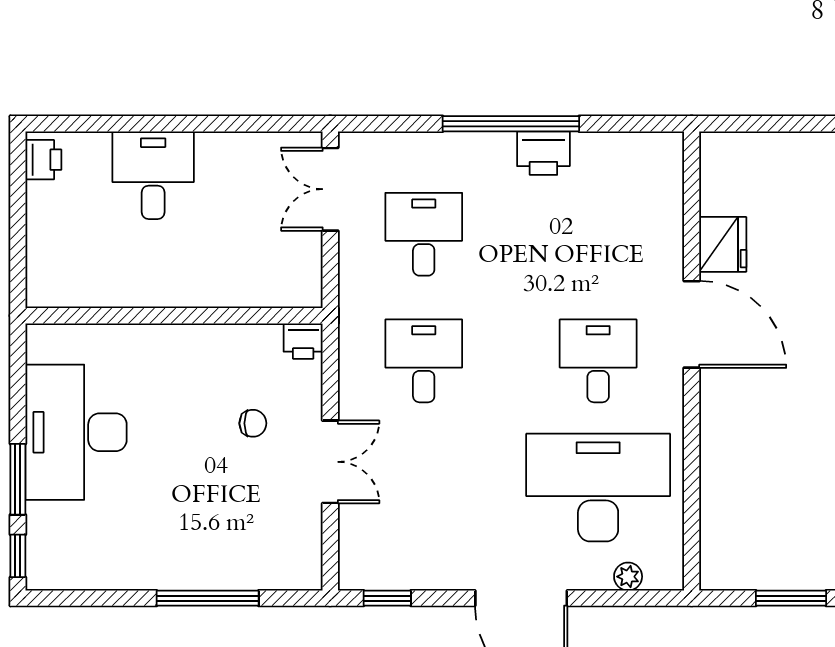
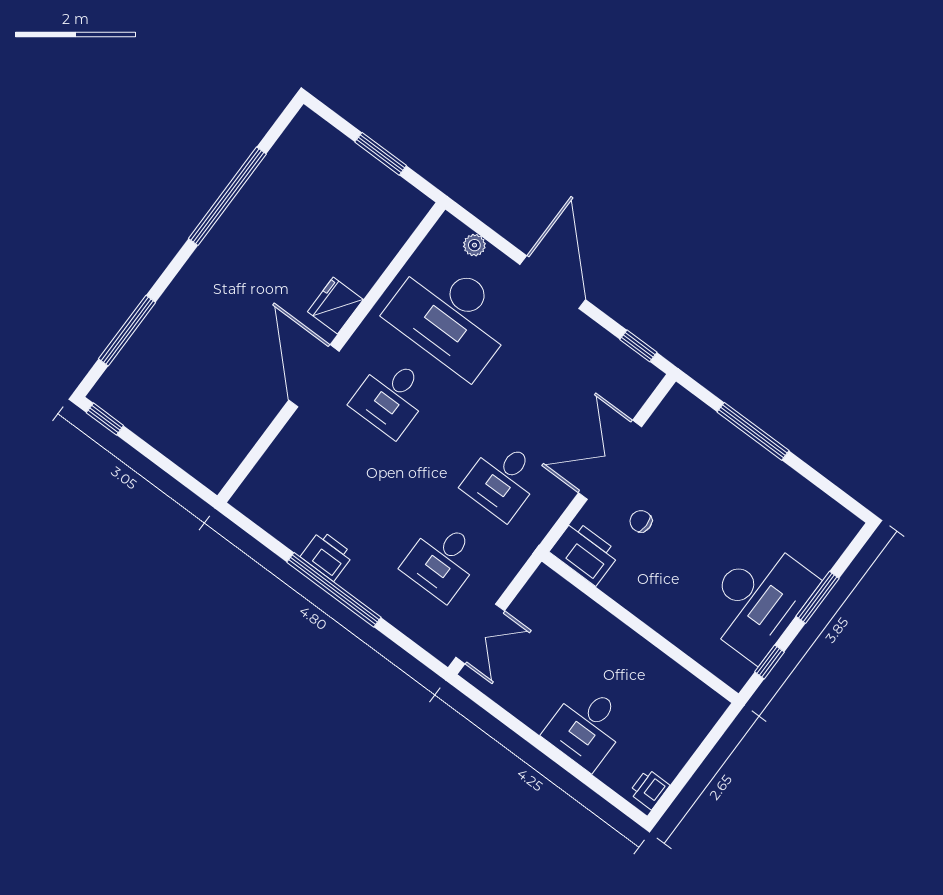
fridge: (723, 244) -> (335, 306), moved
printer: (303, 341) -> (585, 553), width x1.87, depth x1.48
double door: (330, 462) -> (610, 460), width x1.37
window: (18, 556) -> (769, 662), moved

